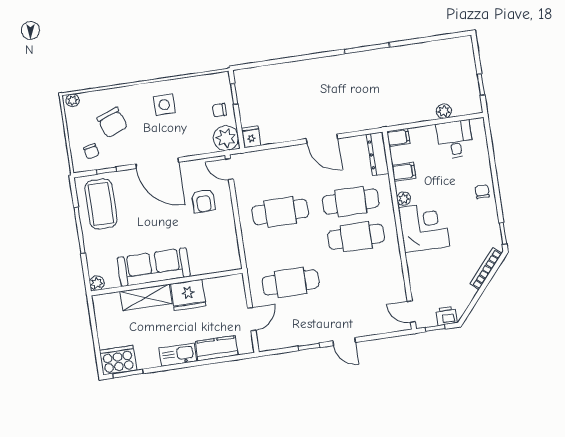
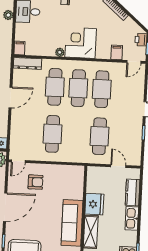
filing cabinet: (404, 172) -> (117, 52), moved
cafe table: (361, 272) -> (102, 89), added

